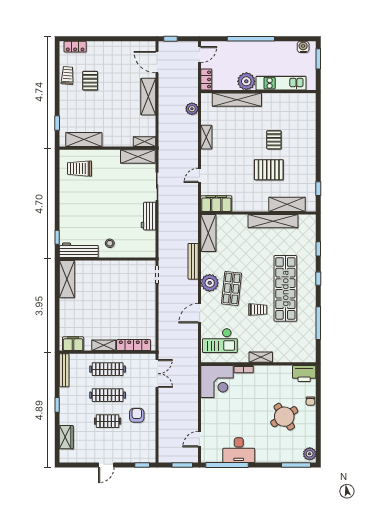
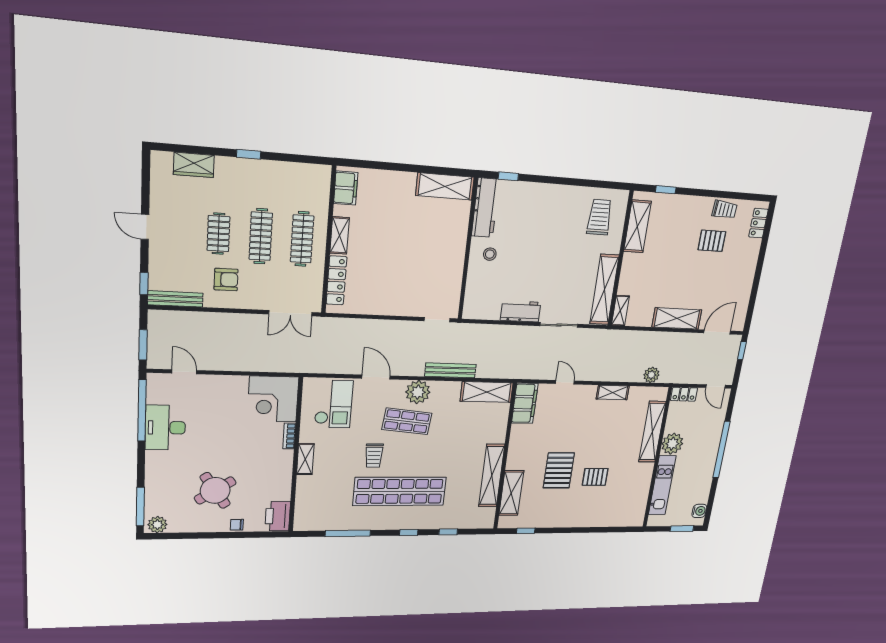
shelving: (138, 156) -> (604, 290), width x1.47
checkout: (220, 341) -> (334, 404), turned 180
bench: (64, 370) -> (175, 299), moved

